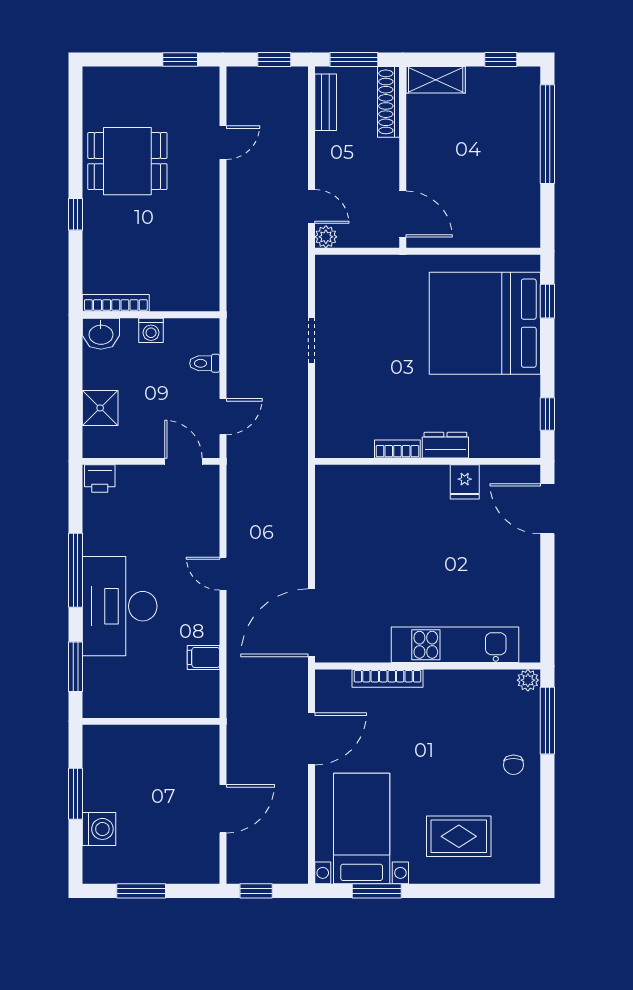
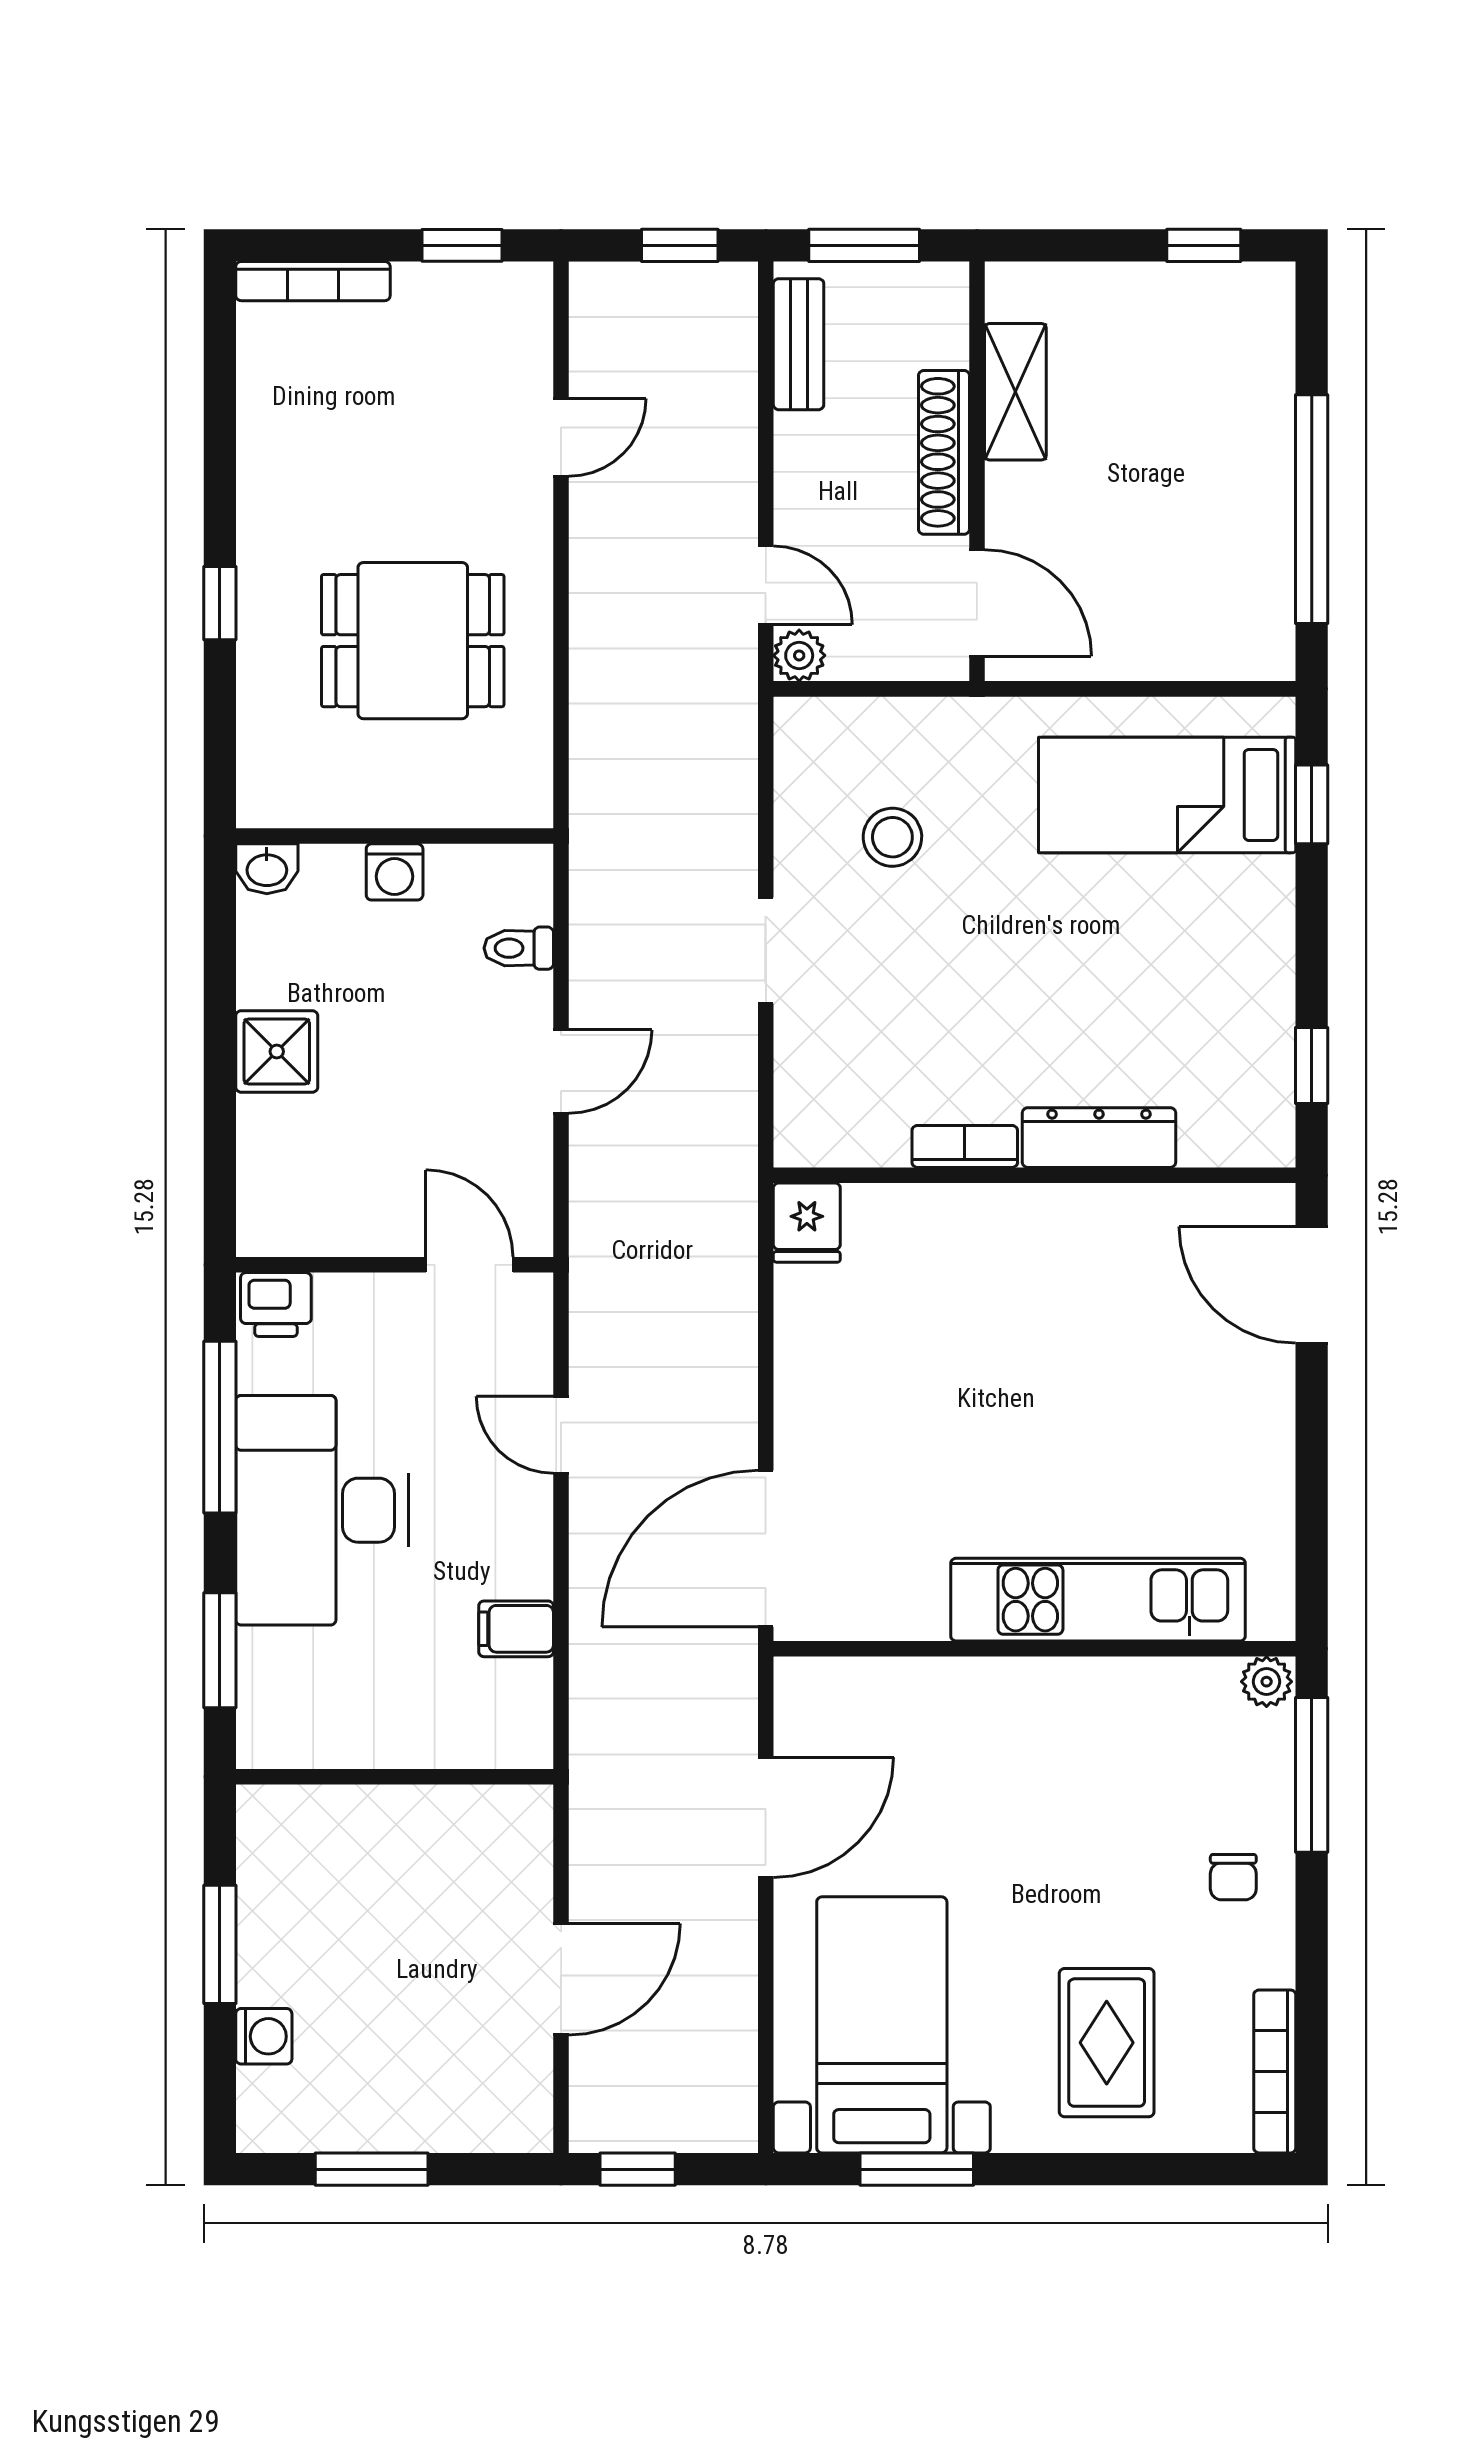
shelving: (436, 80) -> (1015, 392), moved, turned 90
shoe rack: (388, 102) -> (944, 452), moved
window: (547, 134) -> (1312, 509), moved
dining table: (127, 161) -> (413, 641), moved
bookcase: (116, 303) -> (313, 281), moved, turned 180
stool: (366, 315) -> (892, 837), added
bed: (485, 323) -> (1167, 795), width x0.49
washbasin: (101, 334) -> (267, 869), width x0.72, depth x0.69
doorway: (311, 340) -> (766, 951), moved
dresser: (445, 445) -> (1099, 1138), width x1.44
wall: (151, 461) -> (395, 1265), moved
door: (183, 461) -> (469, 1265), moved
printer: (100, 479) -> (276, 1304), moved
fridge: (465, 482) -> (807, 1223), moved
bookcase: (387, 678) -> (1275, 2071), moved, turned 90
washing machine: (99, 829) -> (264, 2036), width x0.73, depth x0.73
rug: (459, 836) -> (1107, 2043), turned 90

